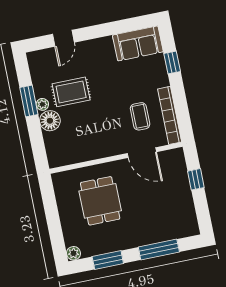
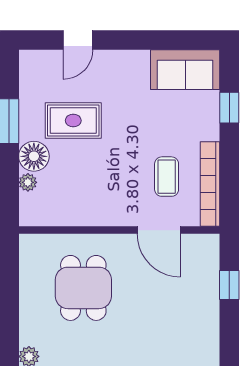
plant: (42, 104) -> (28, 182), moved

